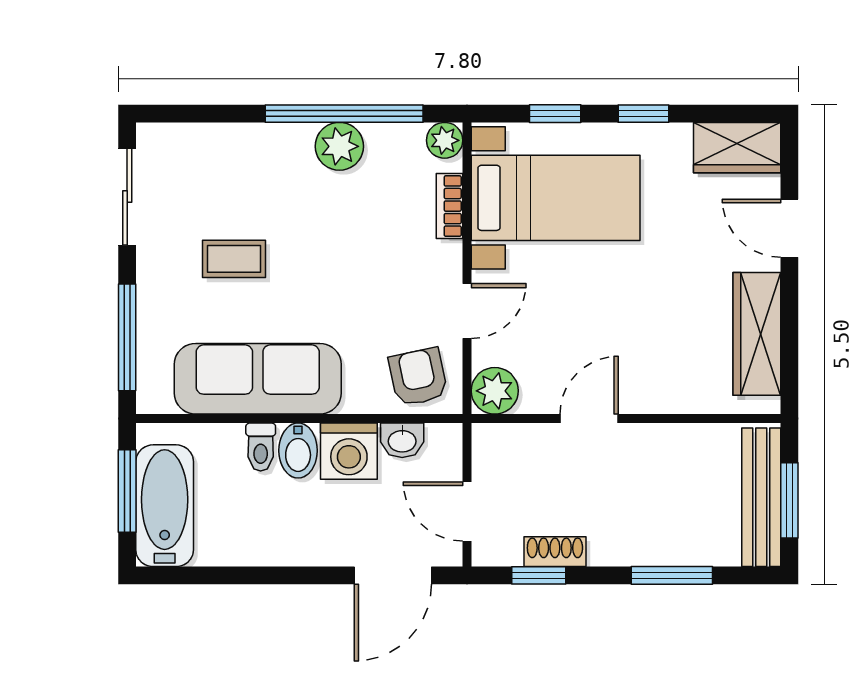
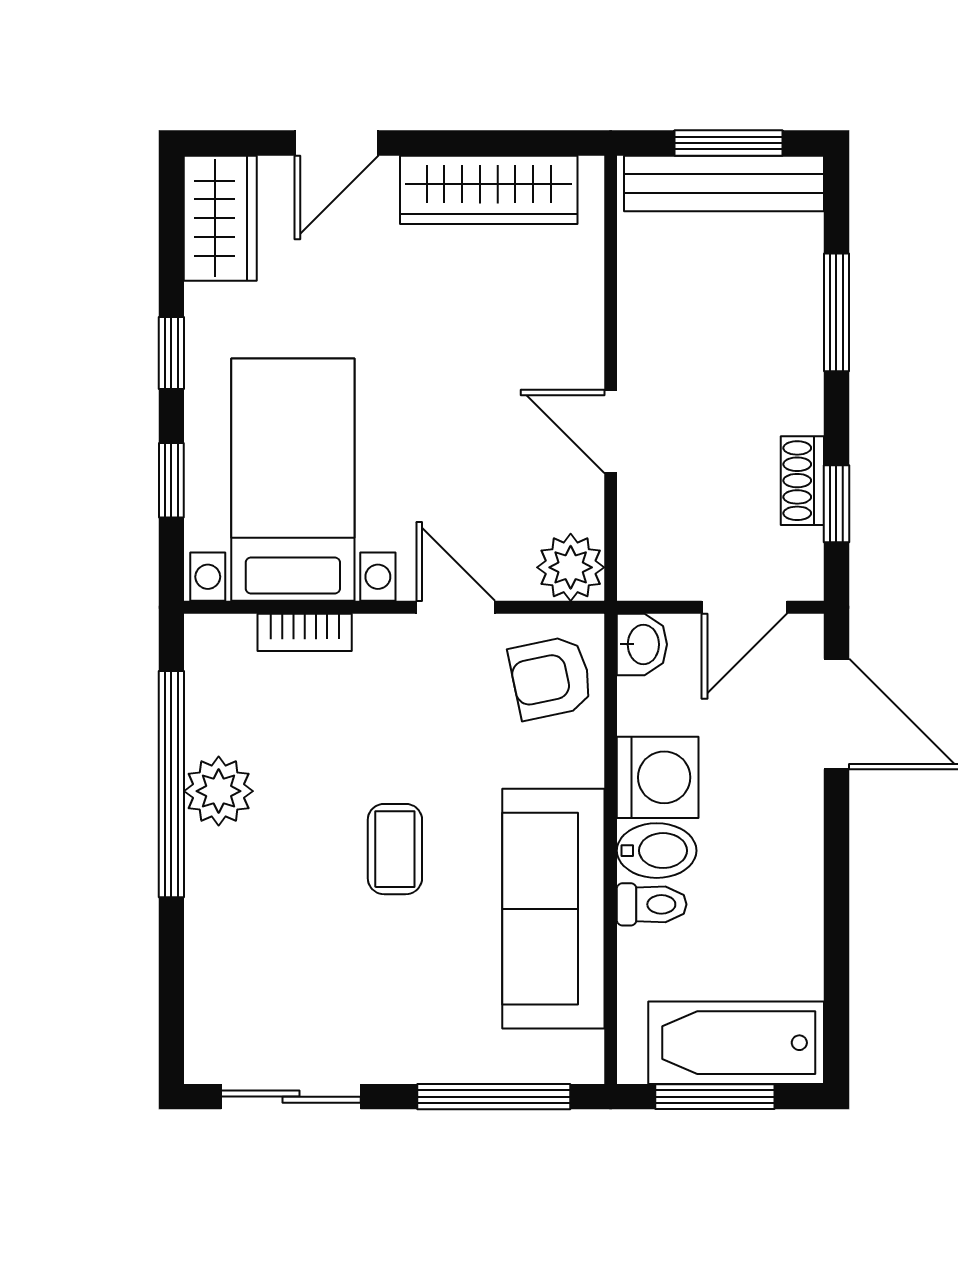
plant: (445, 140) -> (210, 640), removed
coffee table: (234, 259) -> (395, 849), moved
washbasin: (402, 440) -> (642, 644), moved

